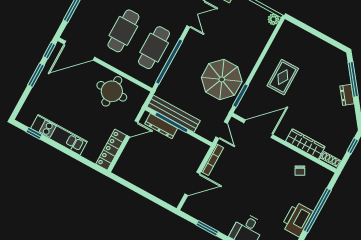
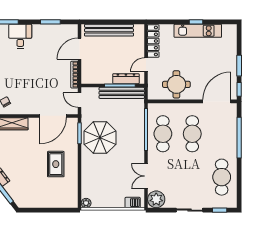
window: (34, 133) -> (196, 22), moved
bench: (151, 186) -> (109, 30), added

